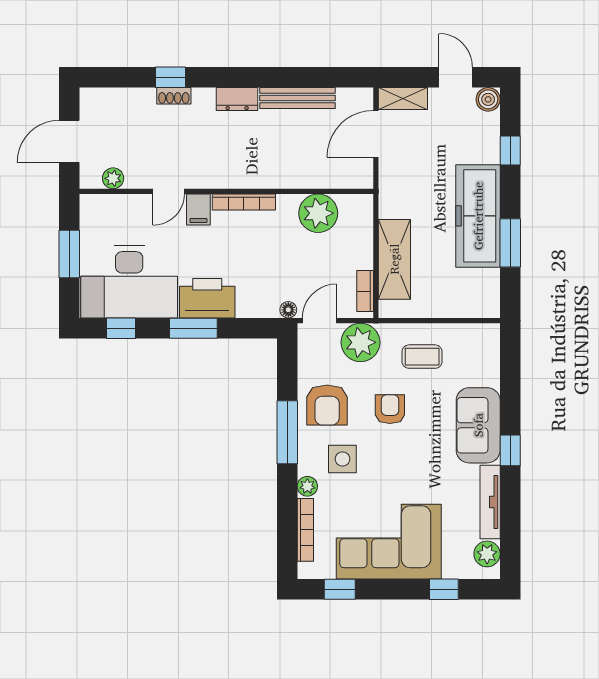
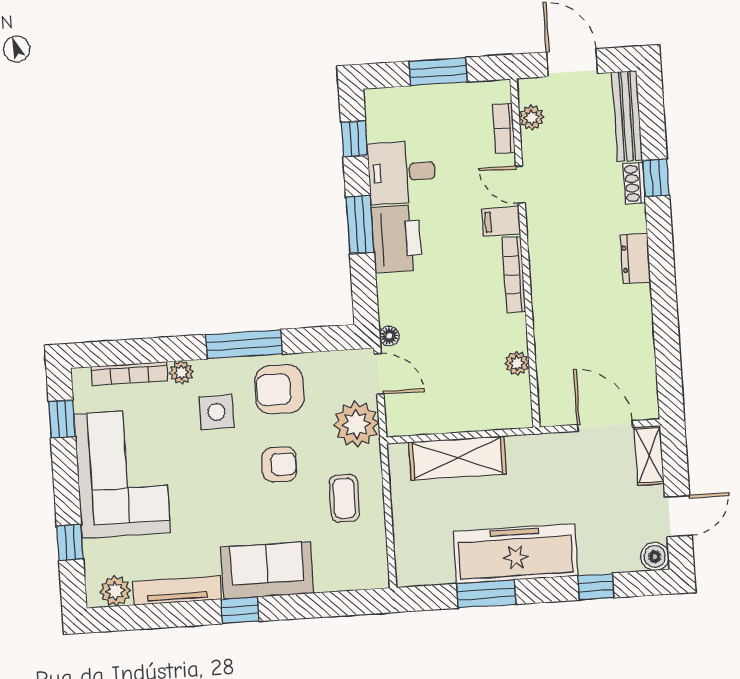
bench: (297, 98) -> (627, 116), moved
plant: (318, 213) -> (517, 363), width x0.53, depth x0.53
desk: (129, 282) -> (402, 172), width x0.53, depth x0.77
bookcase: (365, 291) -> (504, 128), moved, turned -90

